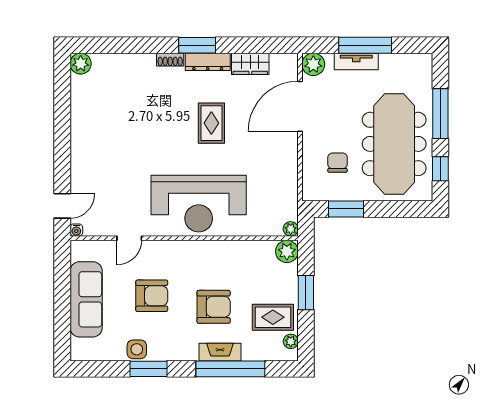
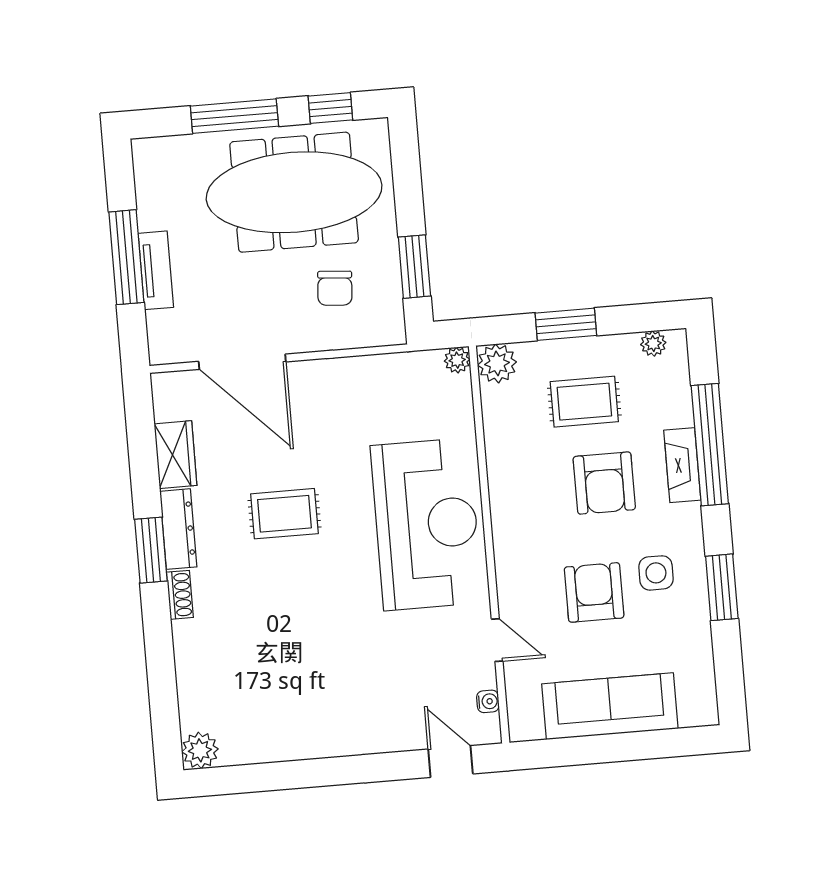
plant: (313, 64) -> (167, 345), removed
chair: (338, 163) -> (335, 288), turned -86
water cooler: (76, 230) -> (488, 701), moved
armchair: (214, 307) -> (604, 483), turned 180
rug: (273, 317) -> (584, 402), moved, turned 90
side table: (137, 349) -> (656, 573), moved

